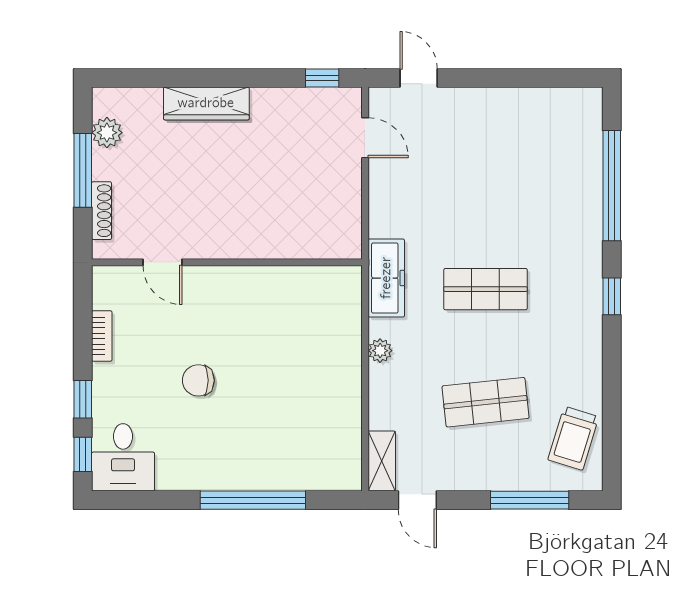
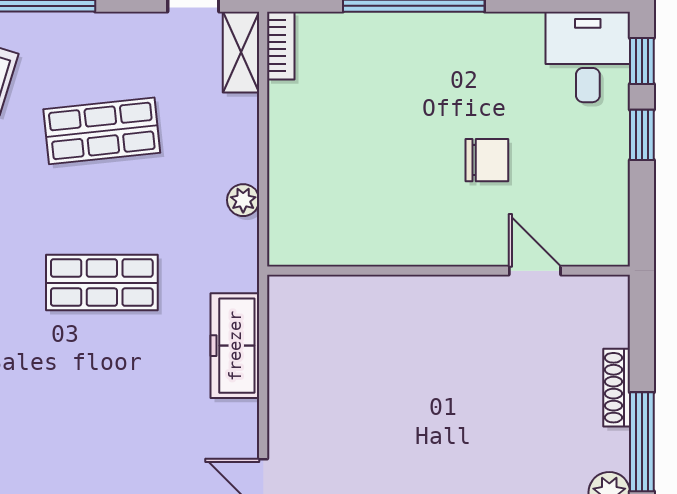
door: (163, 262) -> (535, 271), moved
wall: (227, 262) -> (449, 271), moved
freezer: (386, 278) -> (235, 346), moved
bookcase: (102, 336) -> (281, 46), moved, turned 180

